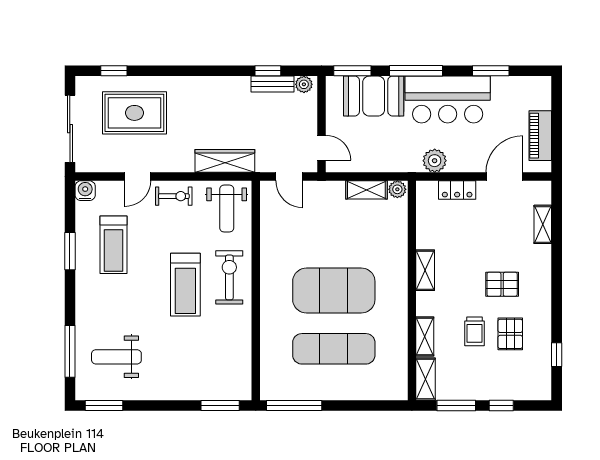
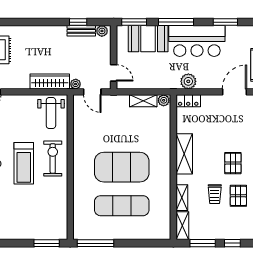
plant: (264, 165) -> (76, 84), added
locker: (457, 190) -> (188, 101), moved
exercise bike: (174, 196) -> (16, 105), removed
shelving: (425, 270) -> (184, 154), width x1.50, depth x1.33
pallet: (502, 284) -> (233, 163), turned 90

